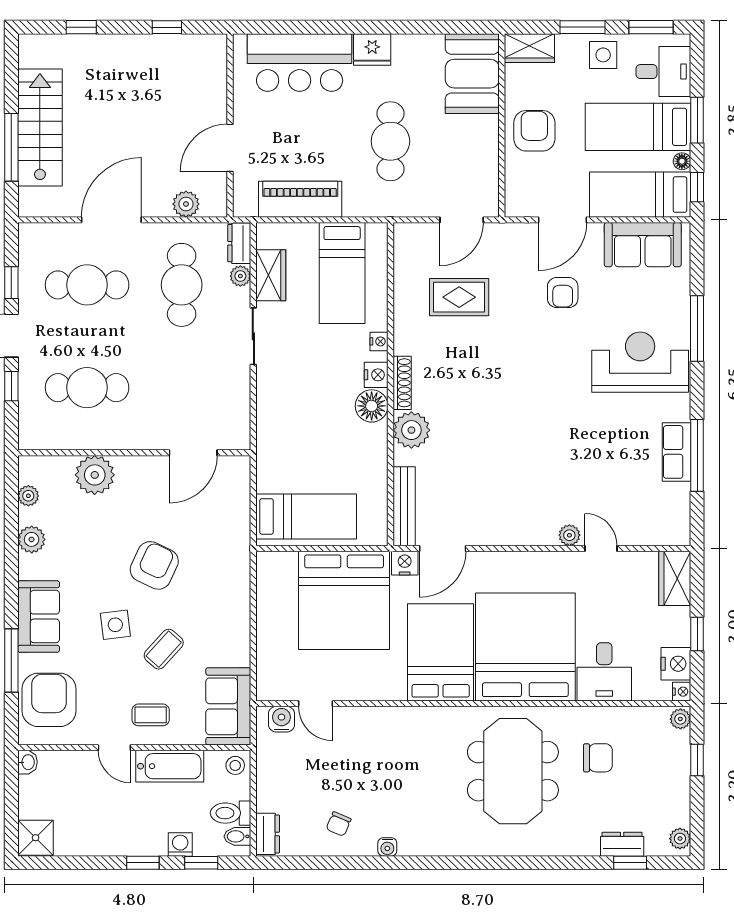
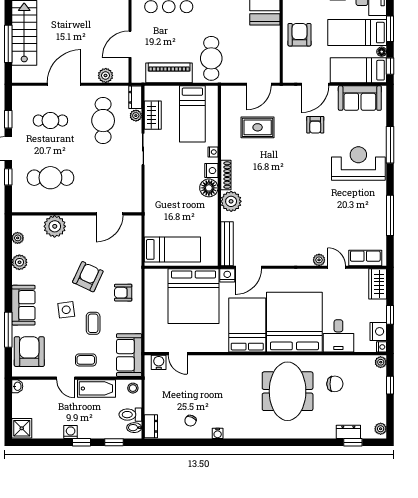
cafe table: (390, 141) -> (211, 58), moved
cafe table: (87, 285) -> (50, 121), width x0.73, depth x0.74
row of seats: (677, 452) -> (365, 258), moved, turned 90
armchair: (218, 594) -> (123, 293), added
coffee table: (164, 649) -> (93, 323), turned -42
washing machine: (180, 844) -> (71, 432), moved

